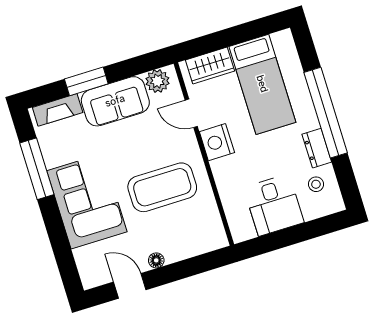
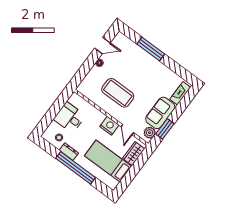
window: (86, 81) -> (165, 129), moved
door: (191, 113) -> (127, 130), swing flipped
window: (37, 169) -> (151, 49), moved
coffee table: (162, 187) -> (118, 93), turned 90
corner sofa: (87, 201) -> (143, 66), removed

